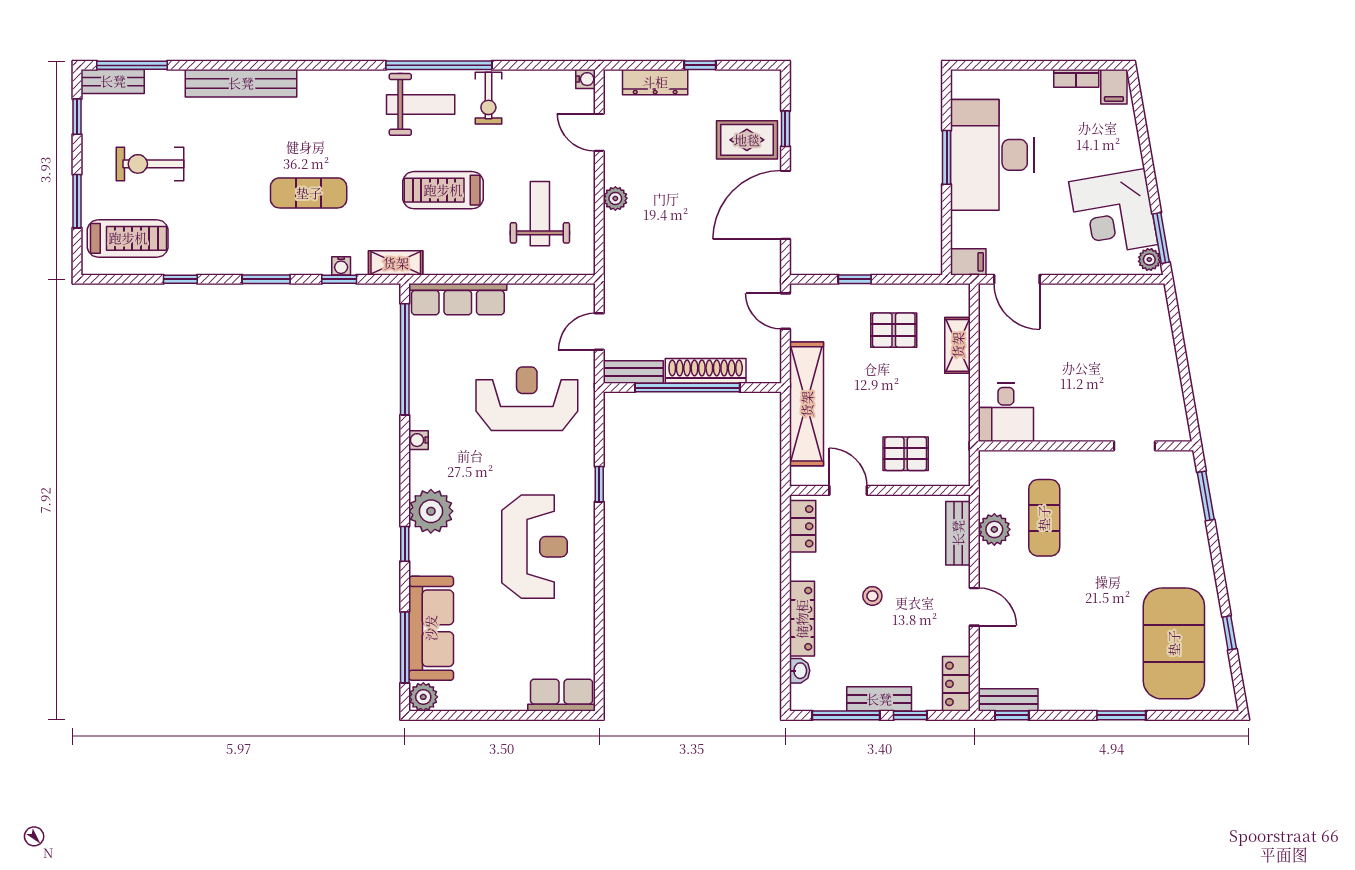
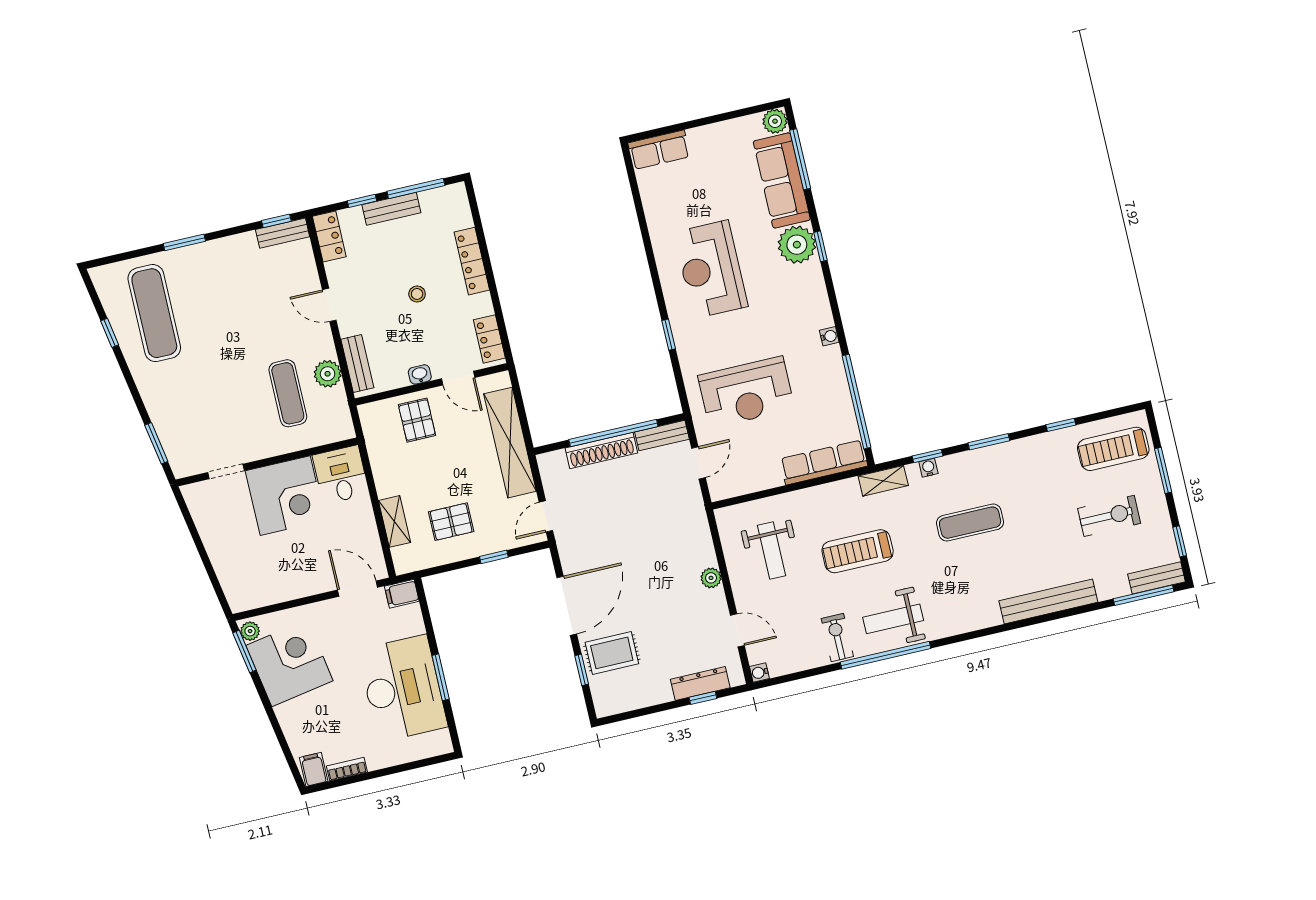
window: (700, 65) -> (703, 698), moved
treadmill: (443, 190) -> (858, 551), turned 180
door: (785, 311) -> (546, 516), swing flipped
corner desk: (1074, 403) -> (285, 496), added
pallet: (906, 454) -> (417, 420), turned 90
plant: (431, 511) -> (797, 245), moved
exercise mat: (1174, 643) -> (154, 313), width x0.68
washbasin: (800, 671) -> (420, 374), moved, turned 90

